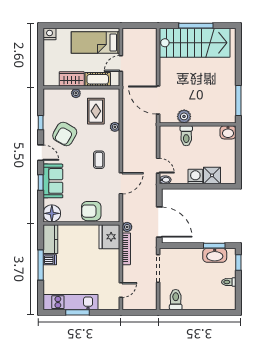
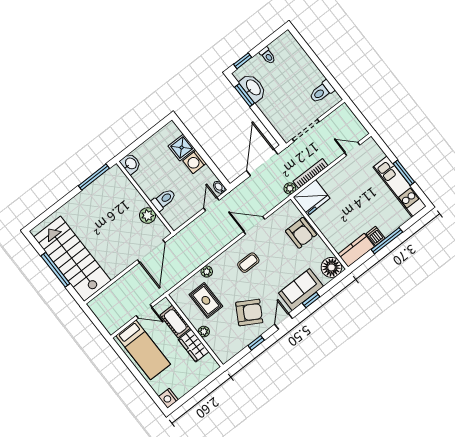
rug: (96, 111) -> (206, 300), turned 90

